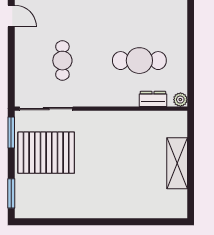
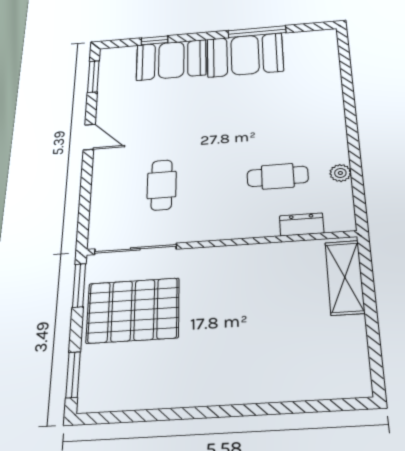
cafe table: (139, 61) -> (278, 176), width x0.73, depth x0.74
plant: (180, 100) -> (340, 173), moved
shelving: (177, 163) -> (345, 277), moved

